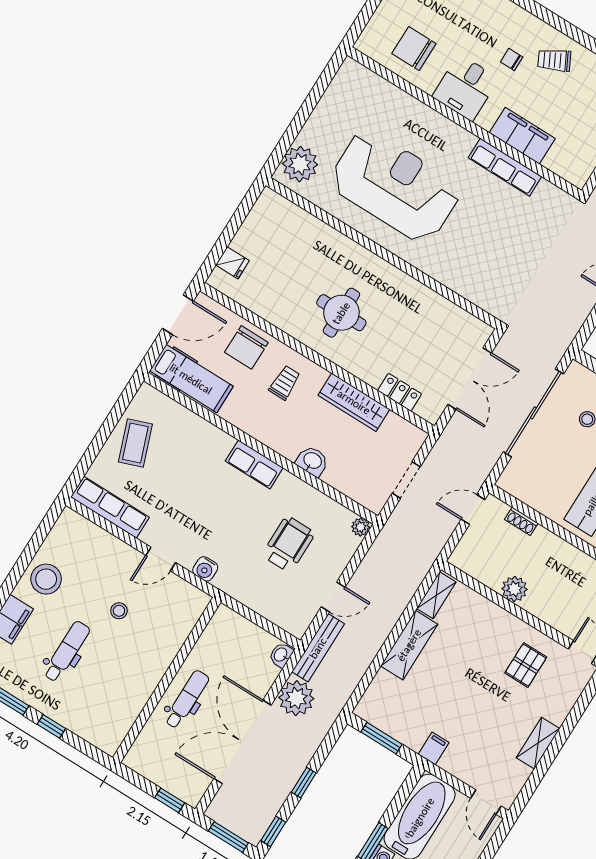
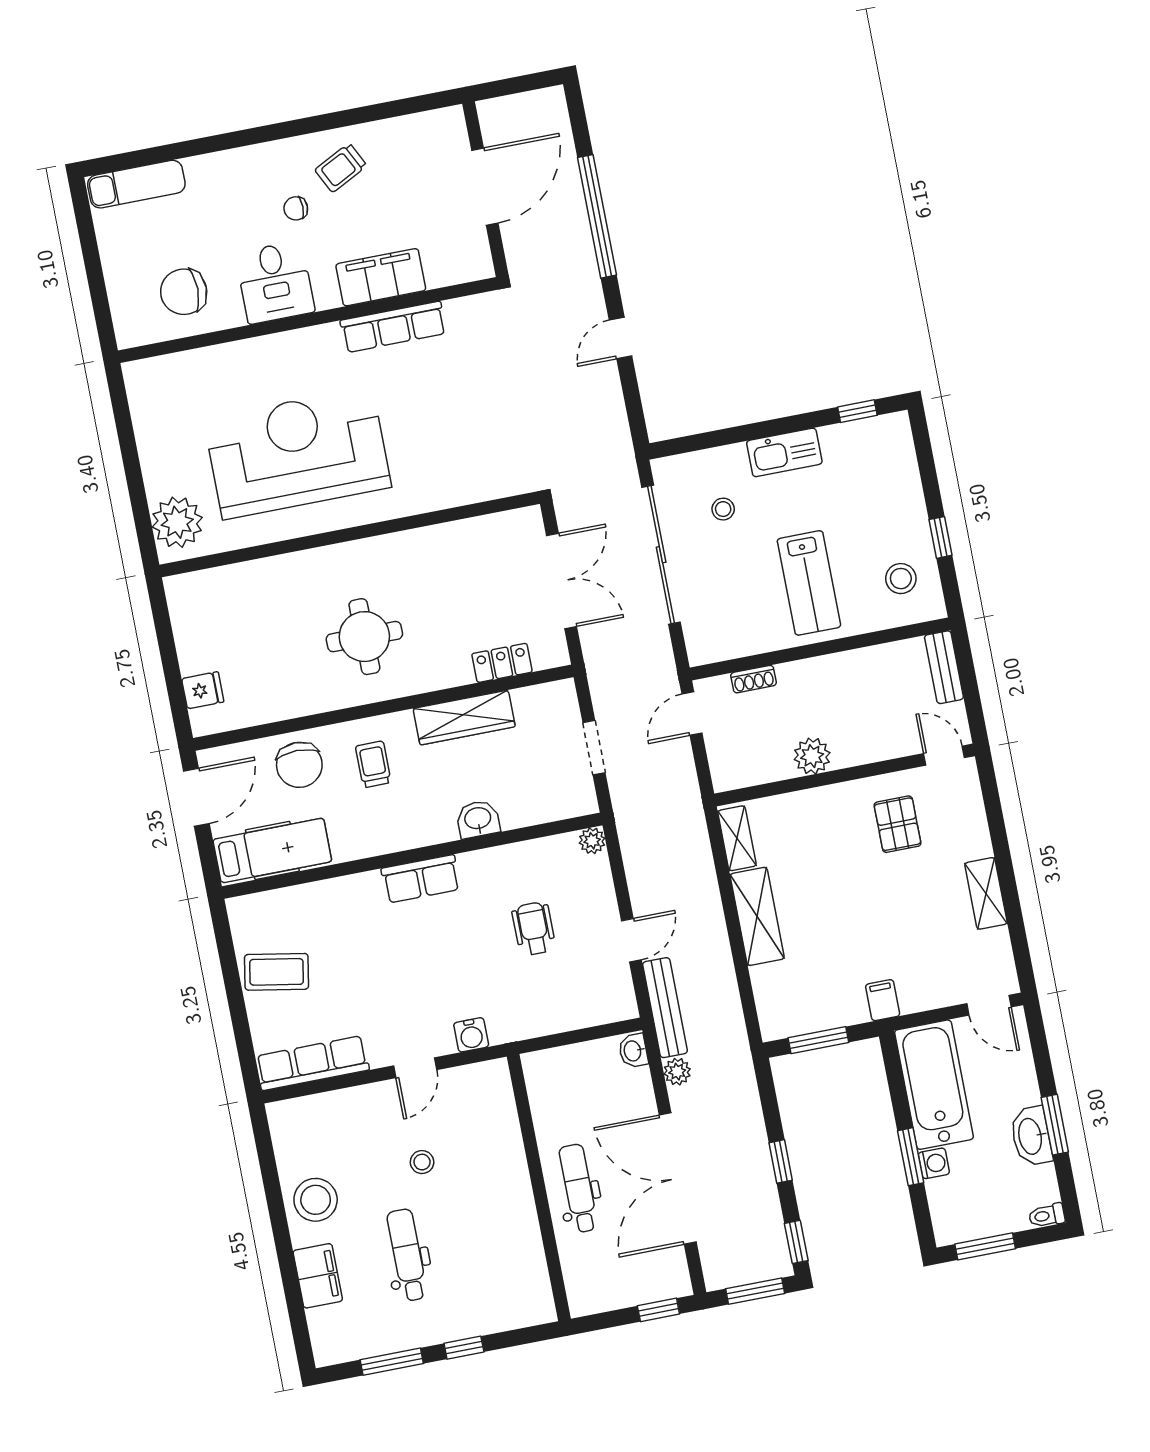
coffee table: (135, 443) -> (277, 972), turned -60
wheelchair: (288, 544) -> (534, 929), width x0.73, depth x0.73
plant: (296, 698) -> (677, 1072), width x0.53, depth x0.53

